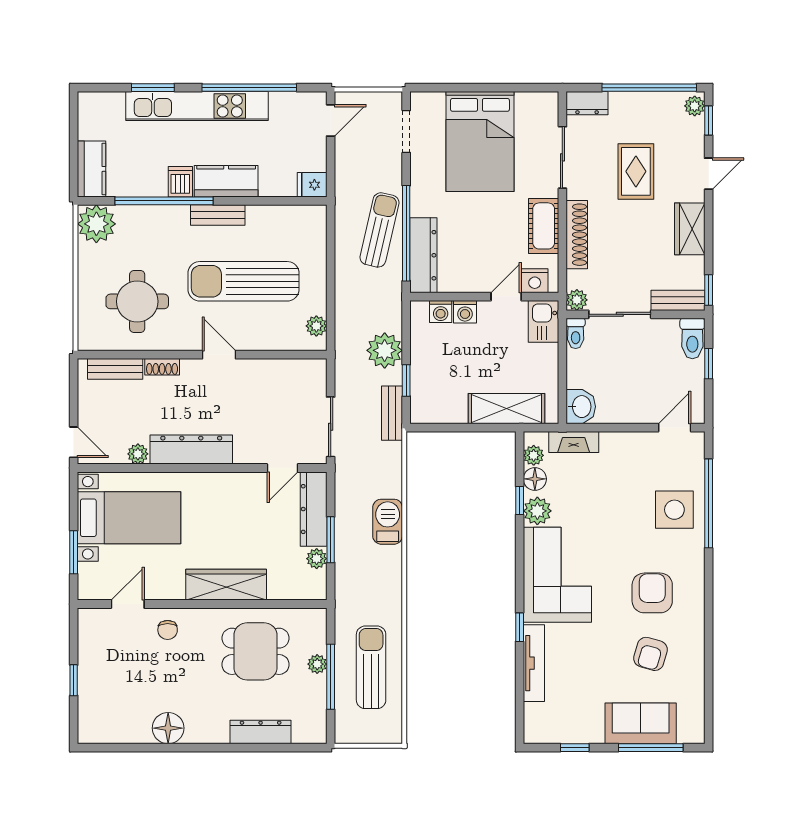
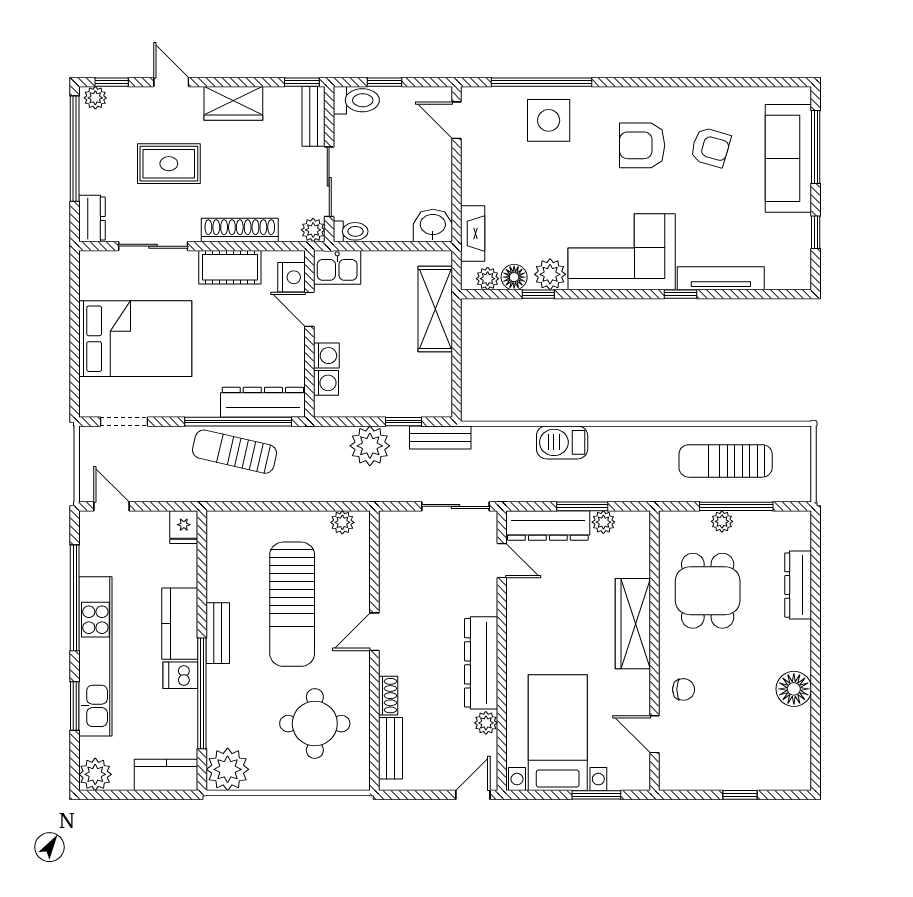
plant: (92, 106) -> (95, 774), added
sofa: (641, 723) -> (788, 158), width x1.36

